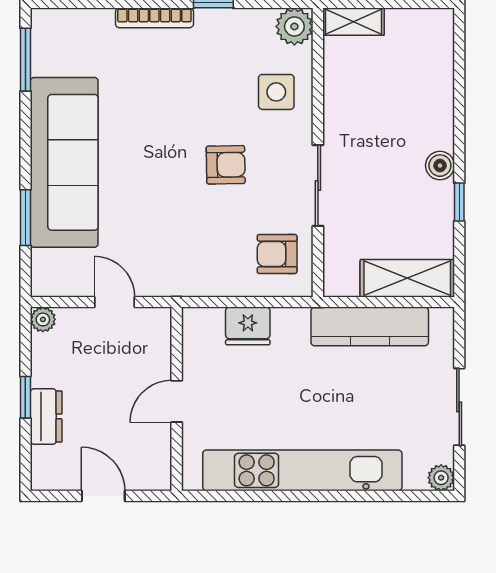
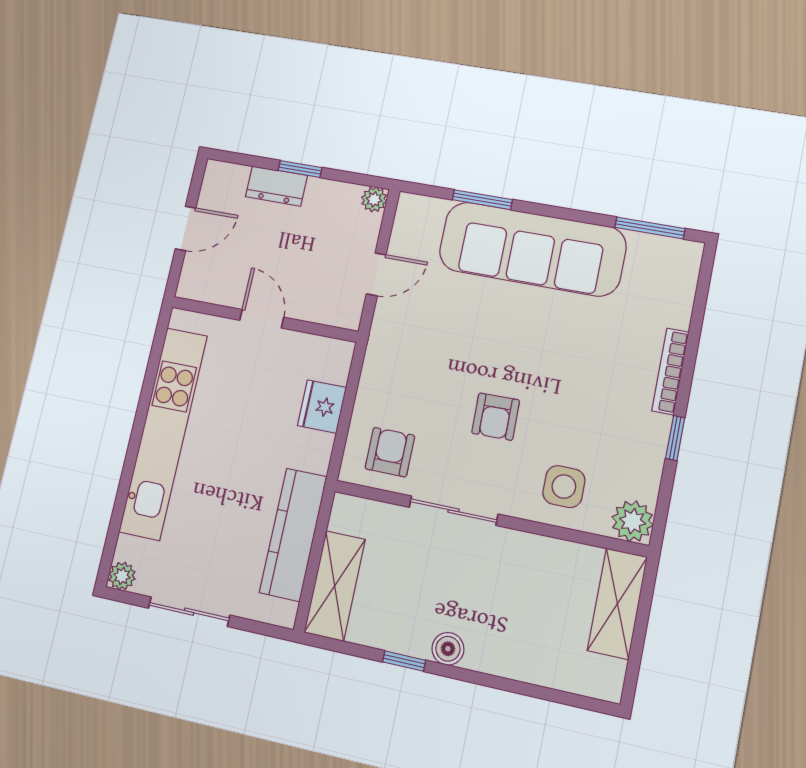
shelving: (353, 22) -> (617, 604), width x1.50, depth x1.33

